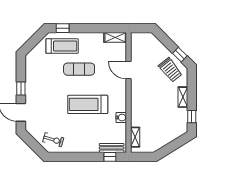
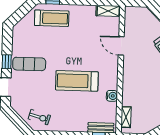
exercise mat: (79, 69) -> (29, 64), moved

